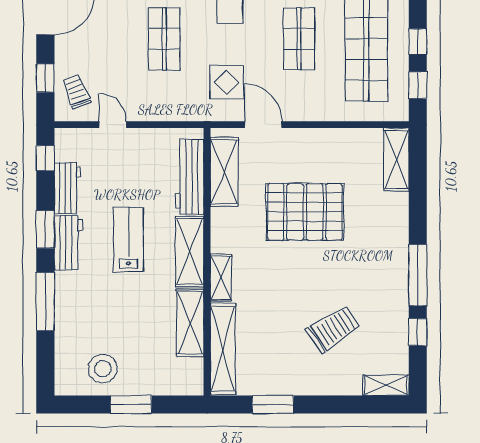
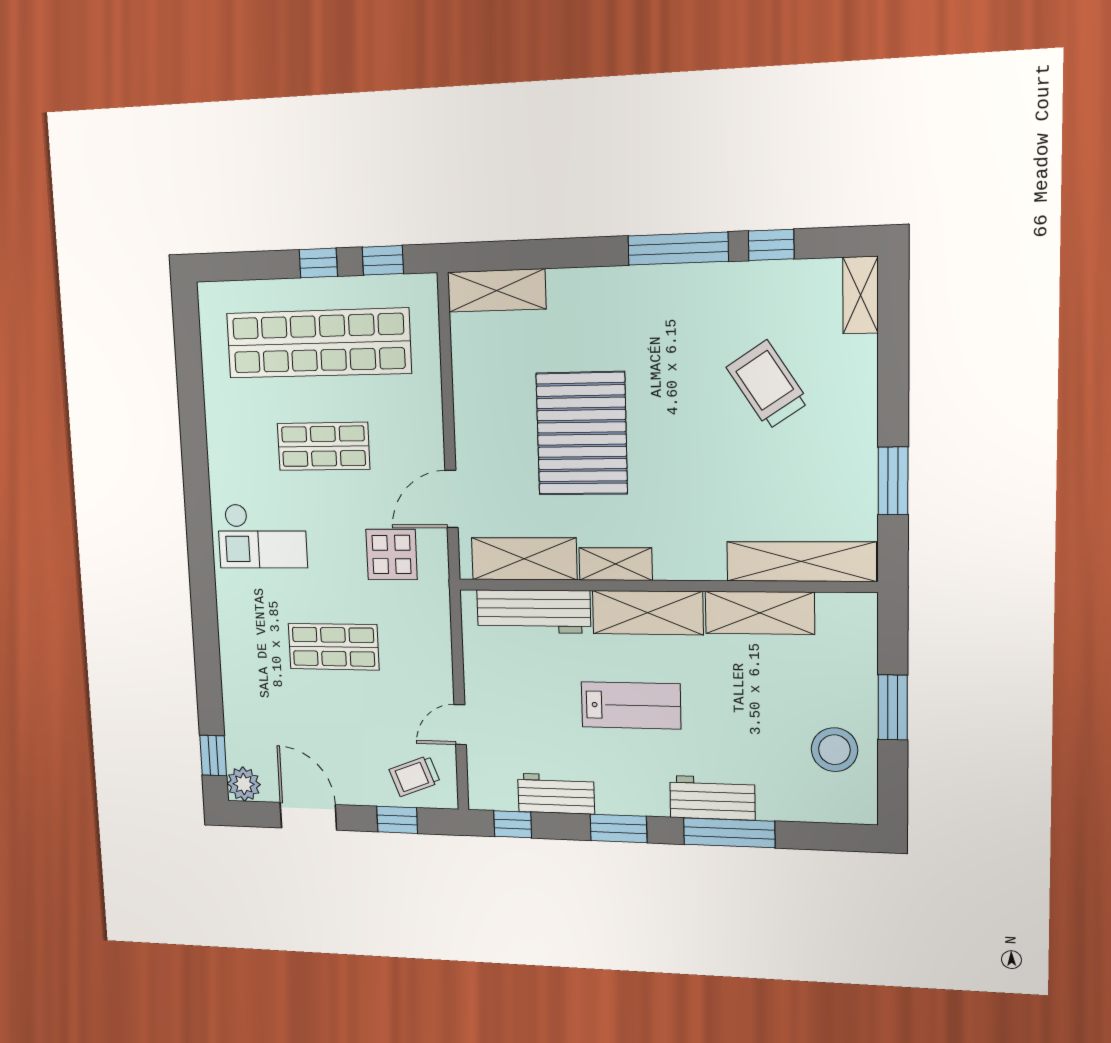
lab bench: (128, 239) -> (631, 705), turned 180
workbench: (68, 243) -> (712, 798), moved
shelving: (221, 278) -> (616, 564), moved

